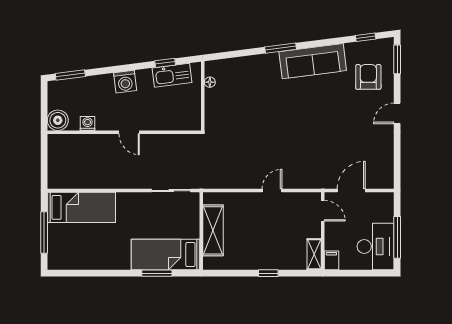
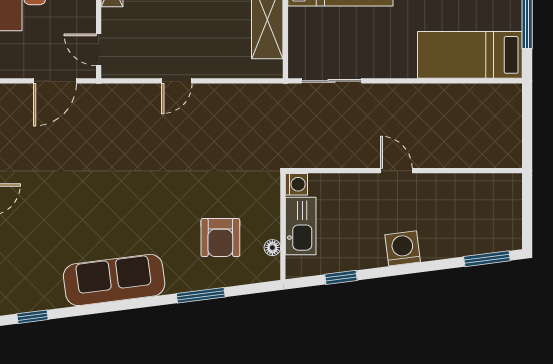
window: (281, 48) -> (201, 295), moved
kitchen sink: (172, 75) -> (301, 226), moved, turned 97
armchair: (368, 77) -> (220, 238), moved
boiler: (58, 120) -> (506, 189), removed
washing machine: (87, 124) -> (296, 184), moved, turned -90

